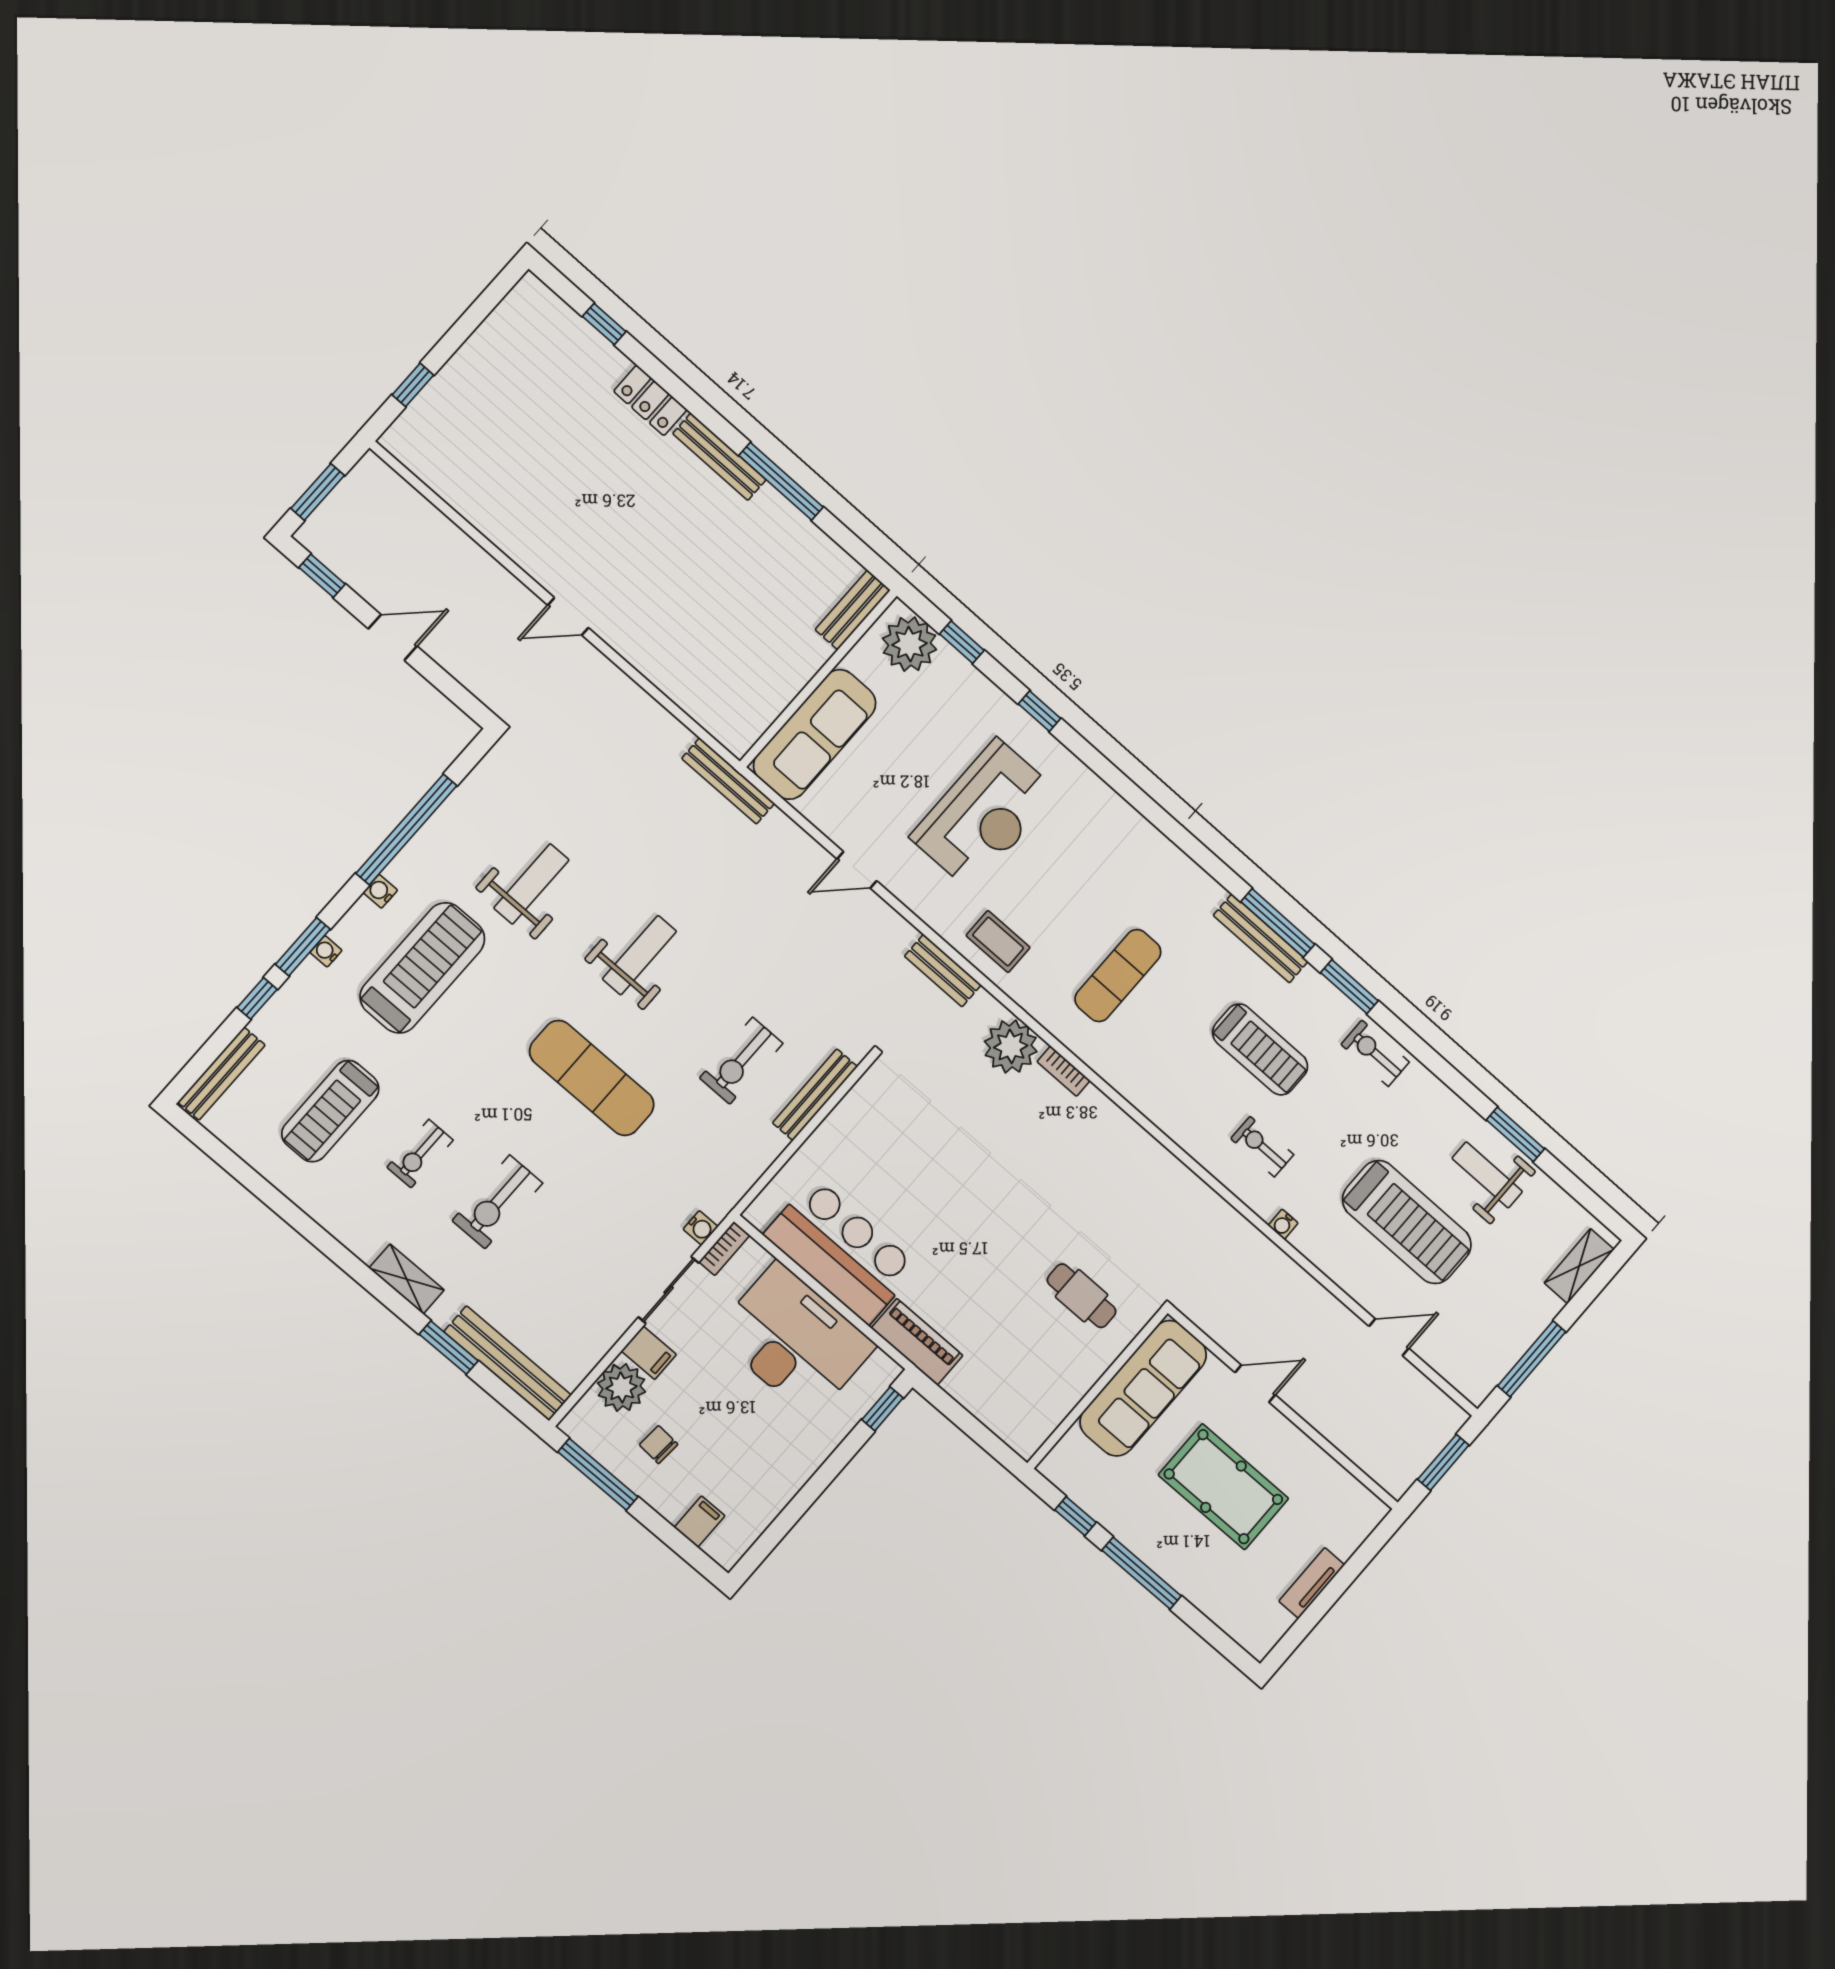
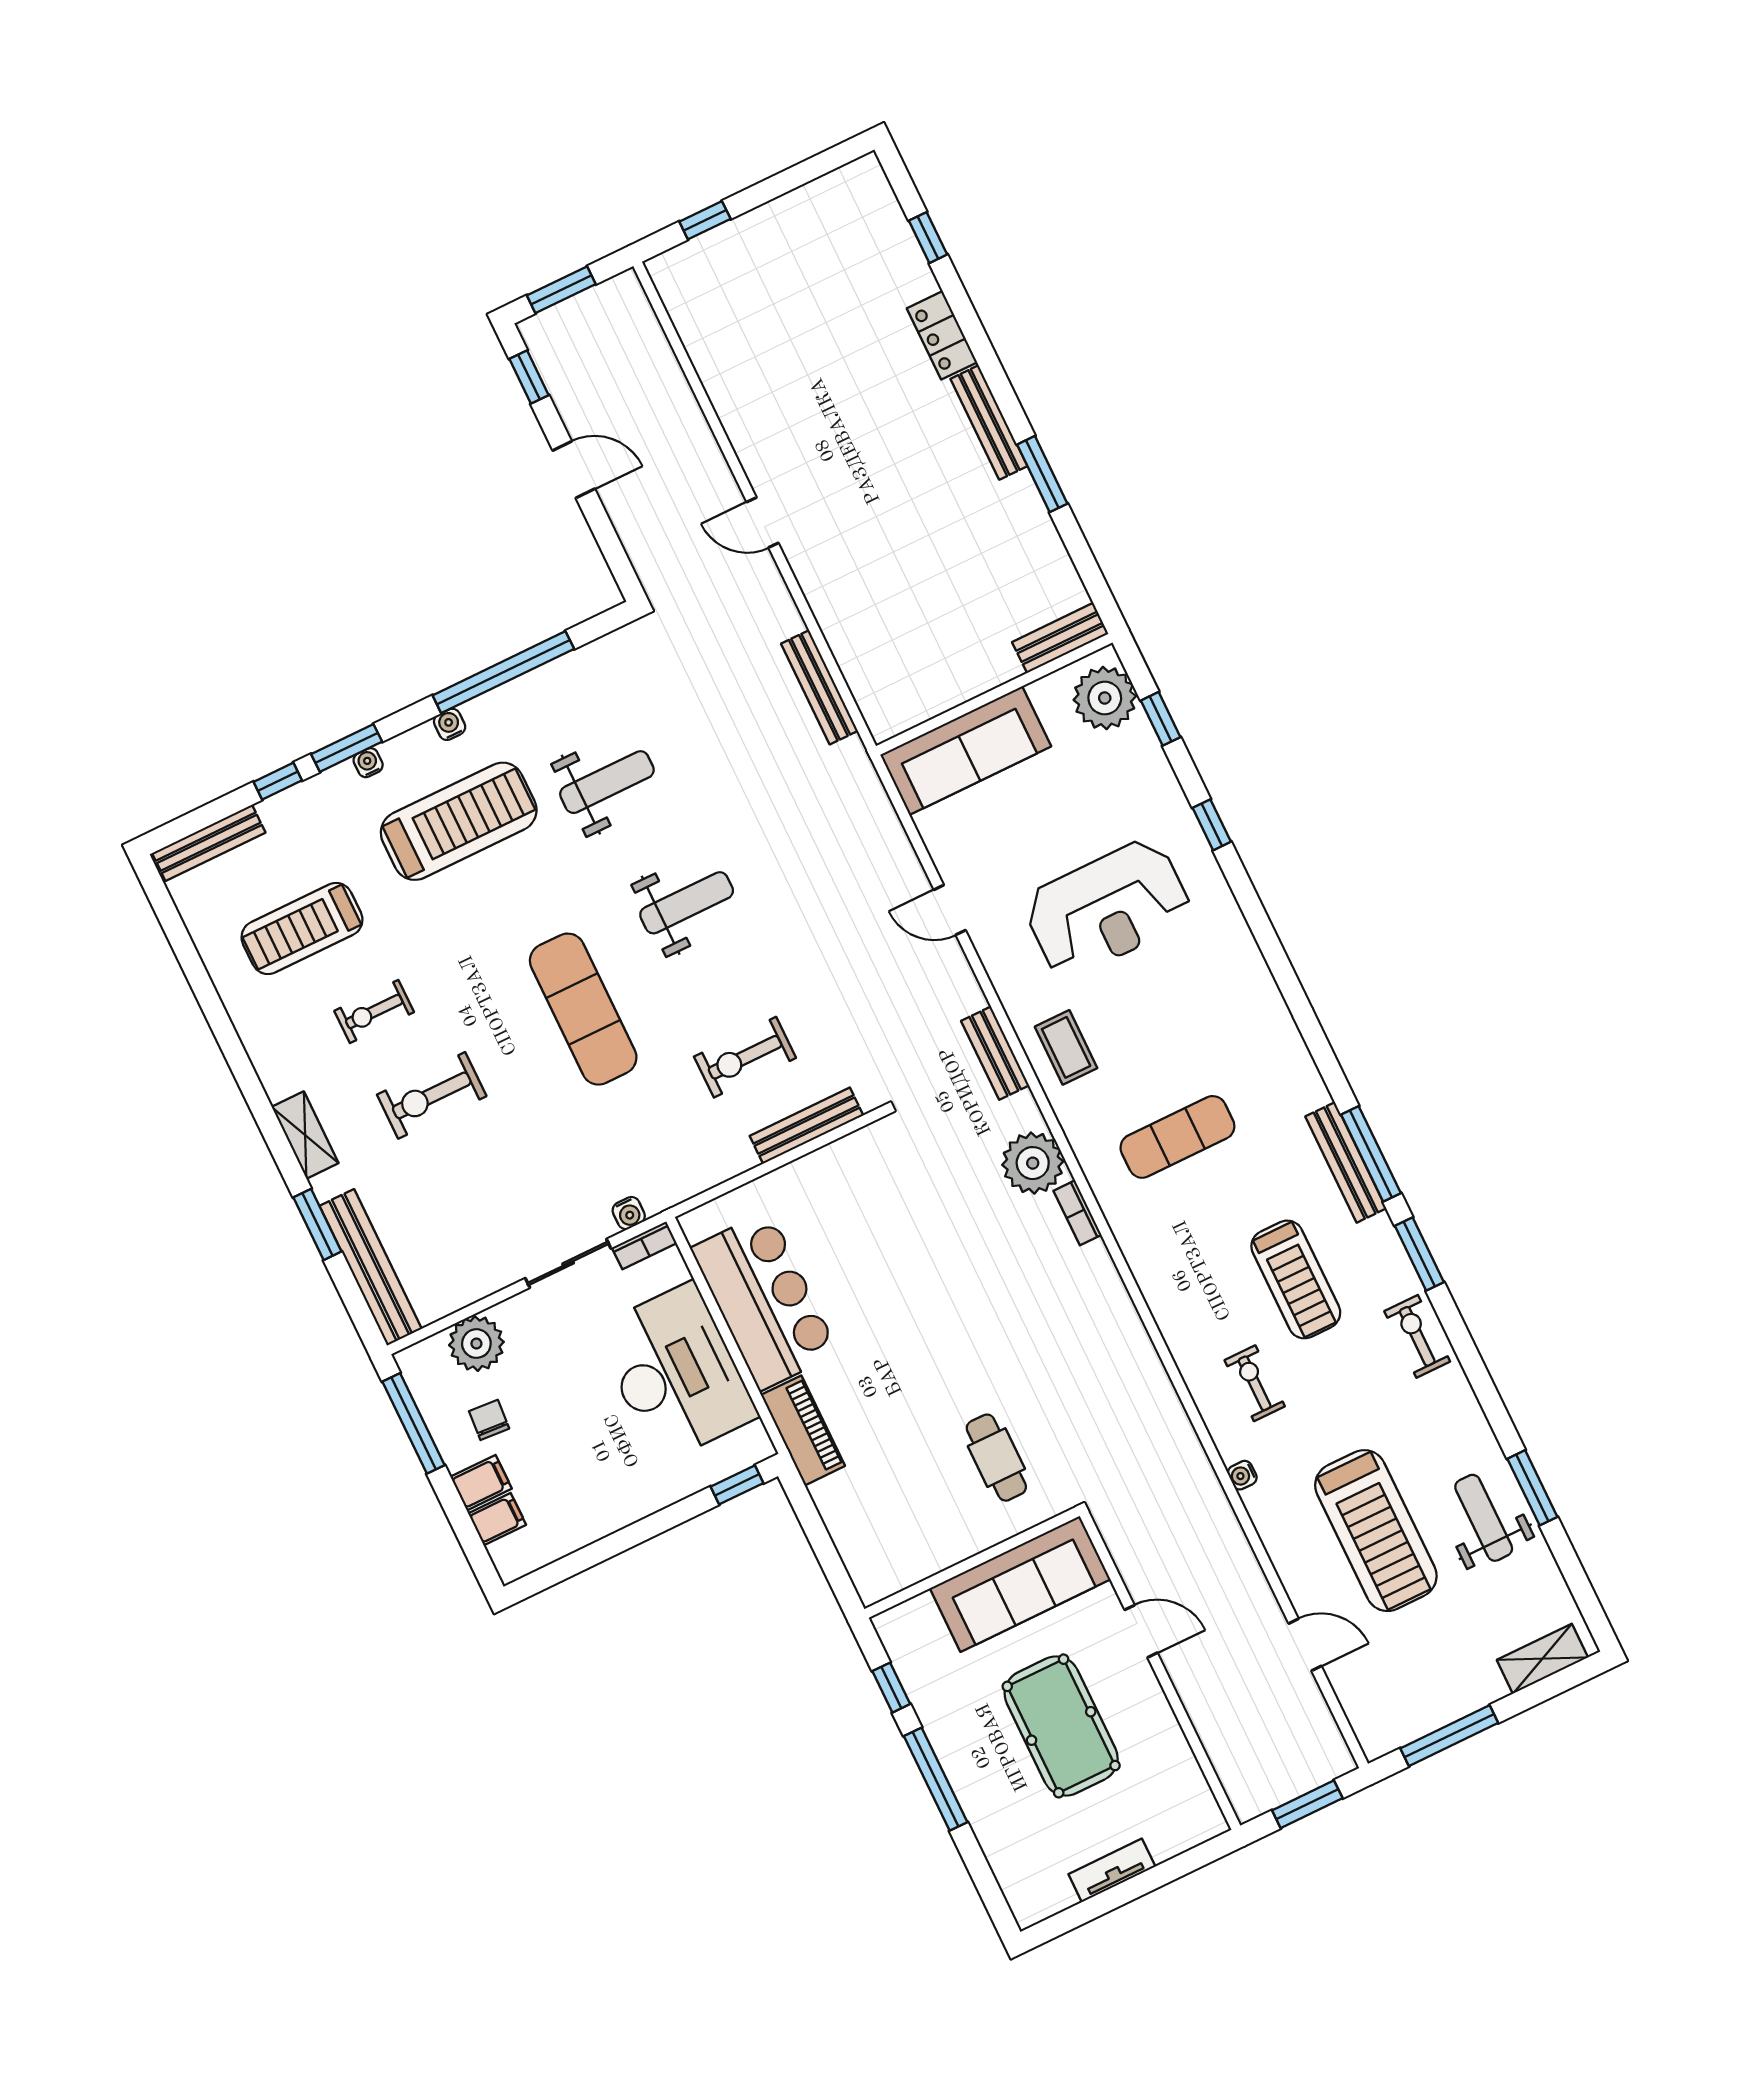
window: (781, 481) -> (1042, 474), width x0.69
bench: (728, 781) -> (819, 687), moved
filing cabinet: (649, 1353) -> (481, 1483), moved, turned -90

